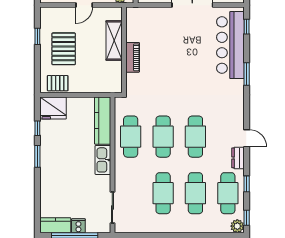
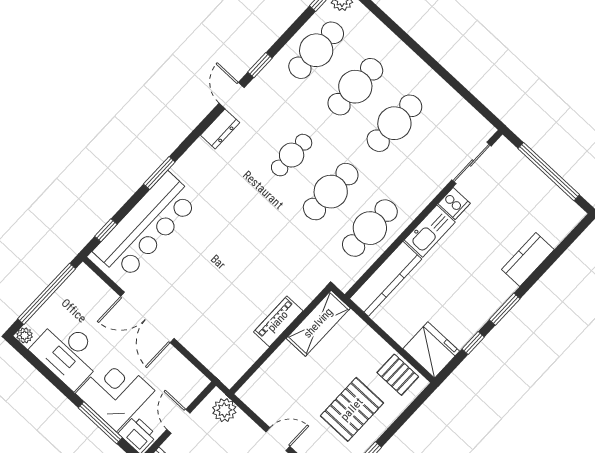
shelving: (114, 41) -> (318, 323), moved
cafe table: (195, 137) -> (292, 155), width x0.73, depth x0.74
dresser: (238, 158) -> (220, 129), moved
window: (247, 184) -> (260, 65), moved
kitchen counter: (55, 225) -> (528, 259), moved, turned 90
cooker: (78, 226) -> (454, 203), moved, turned -90

